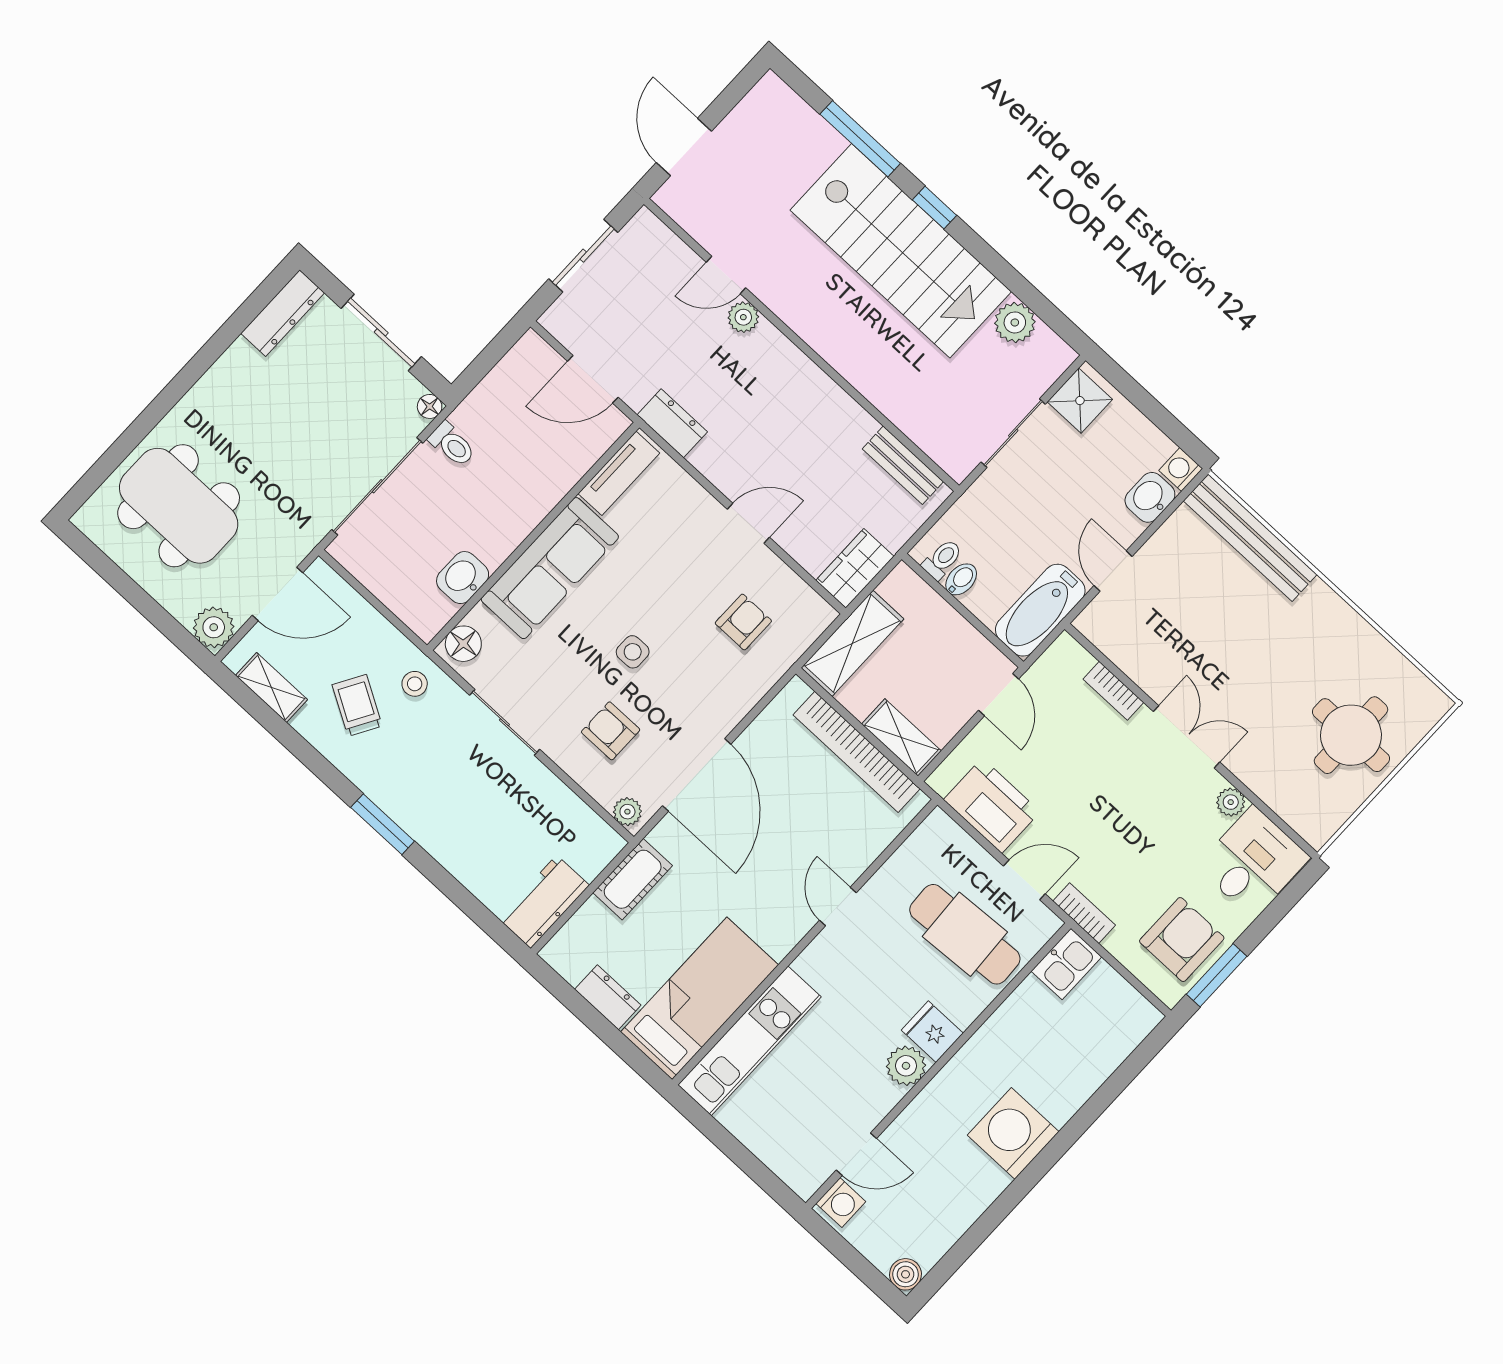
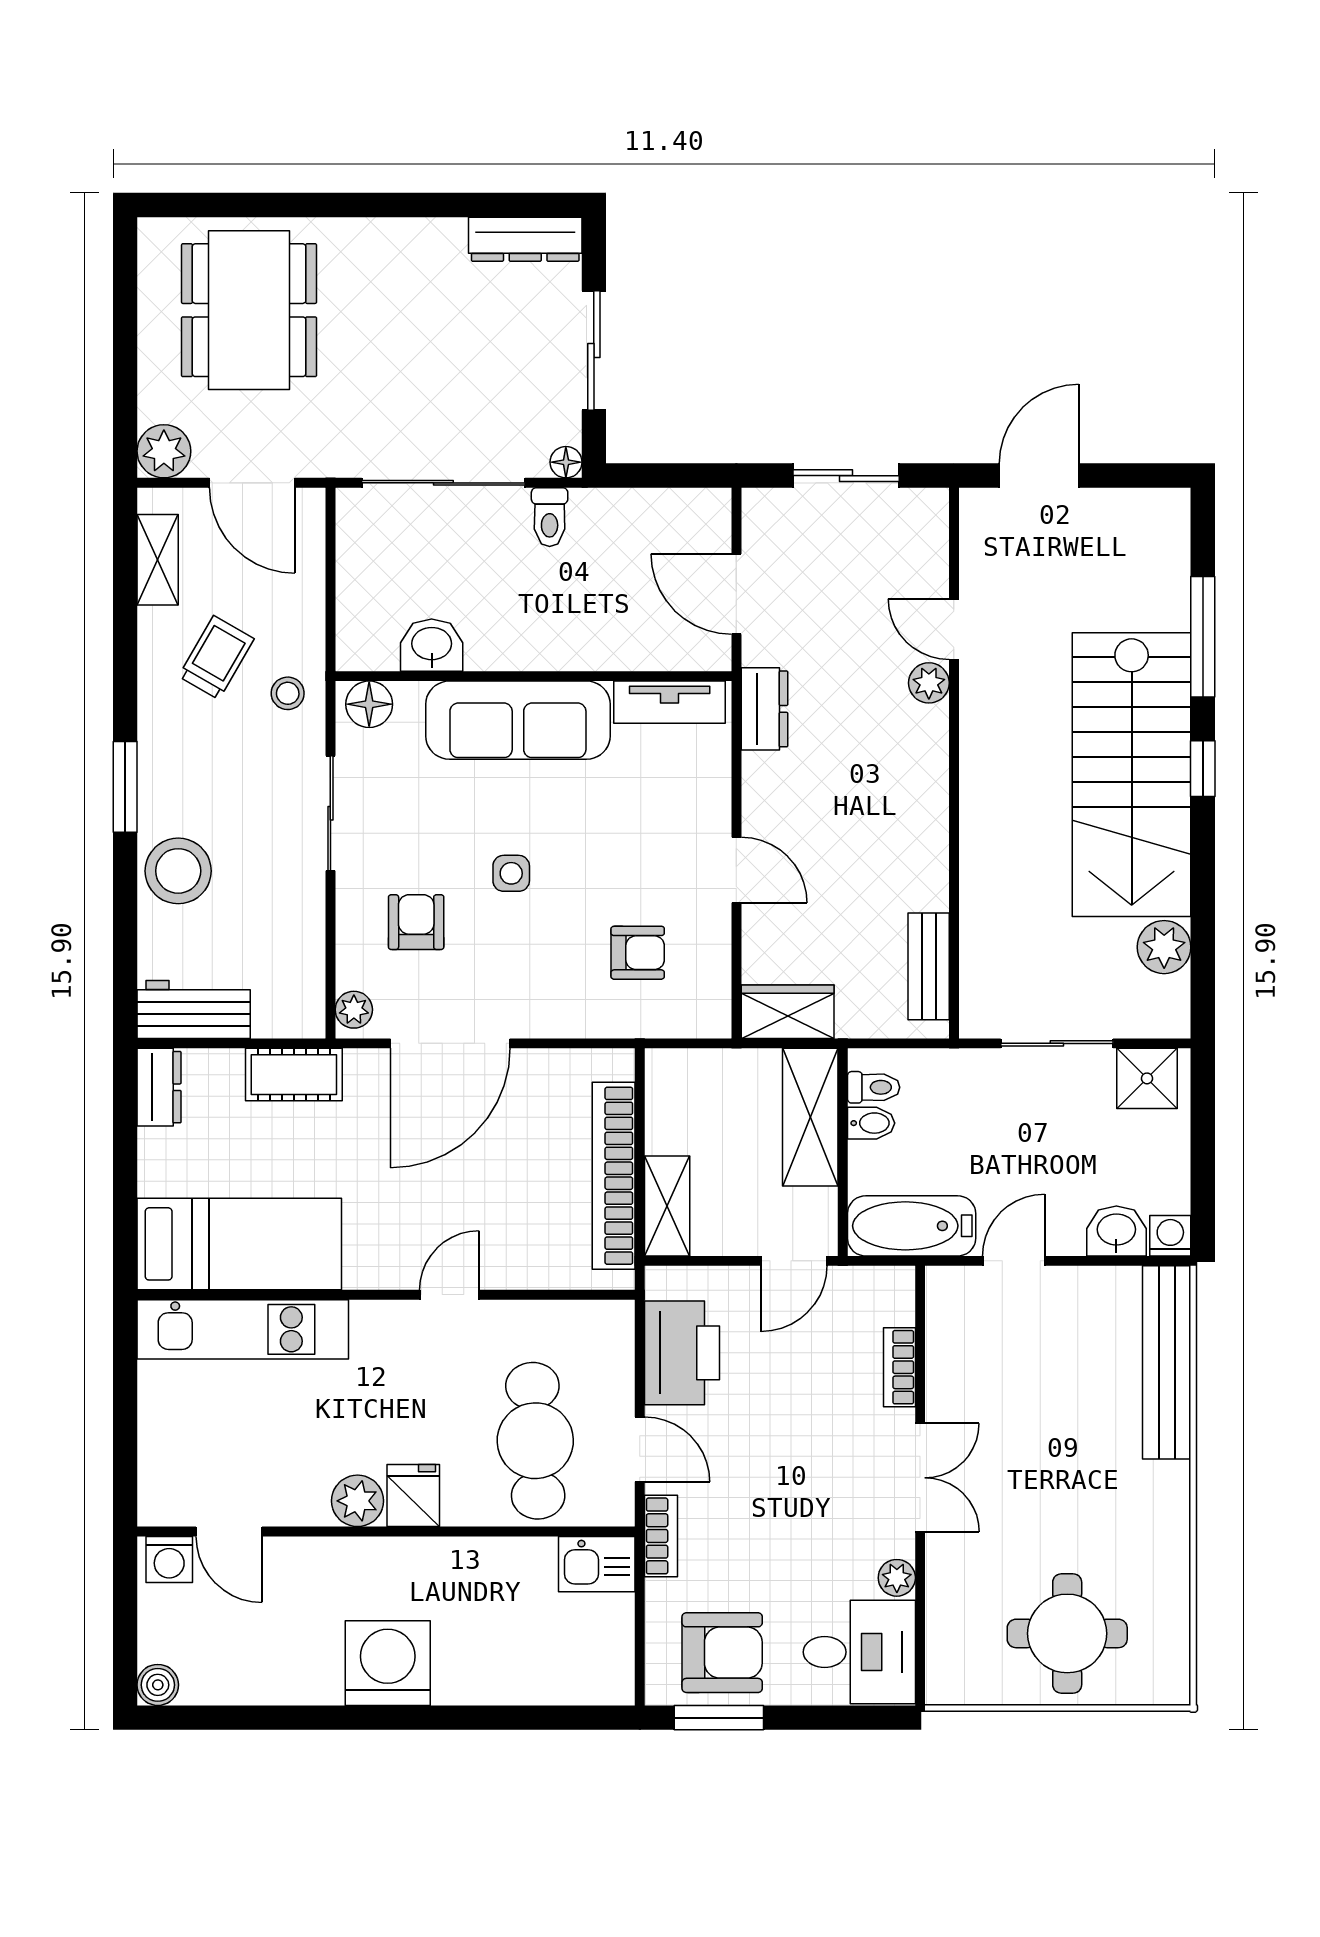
shelving: (852, 643) -> (810, 1117), moved, turned 90
stool: (458, 838) -> (178, 871), added
dresser: (608, 997) -> (159, 1087), moved

